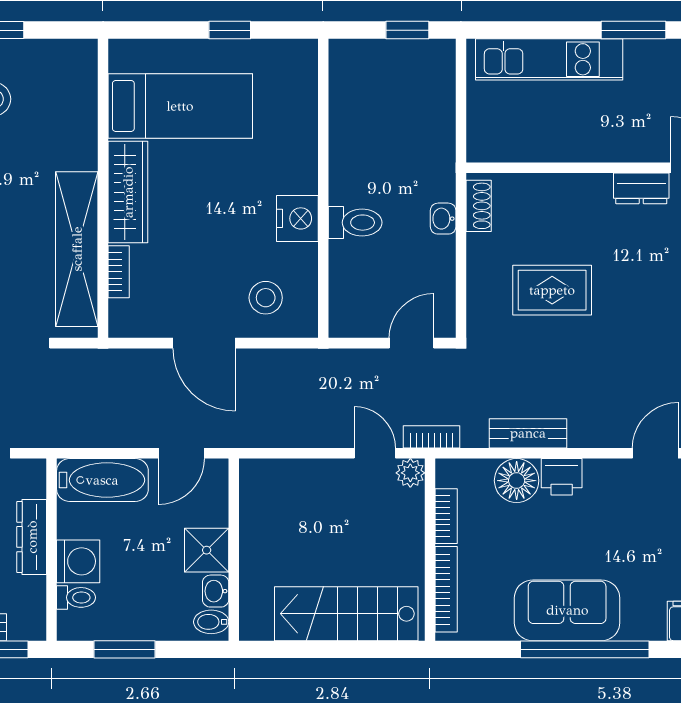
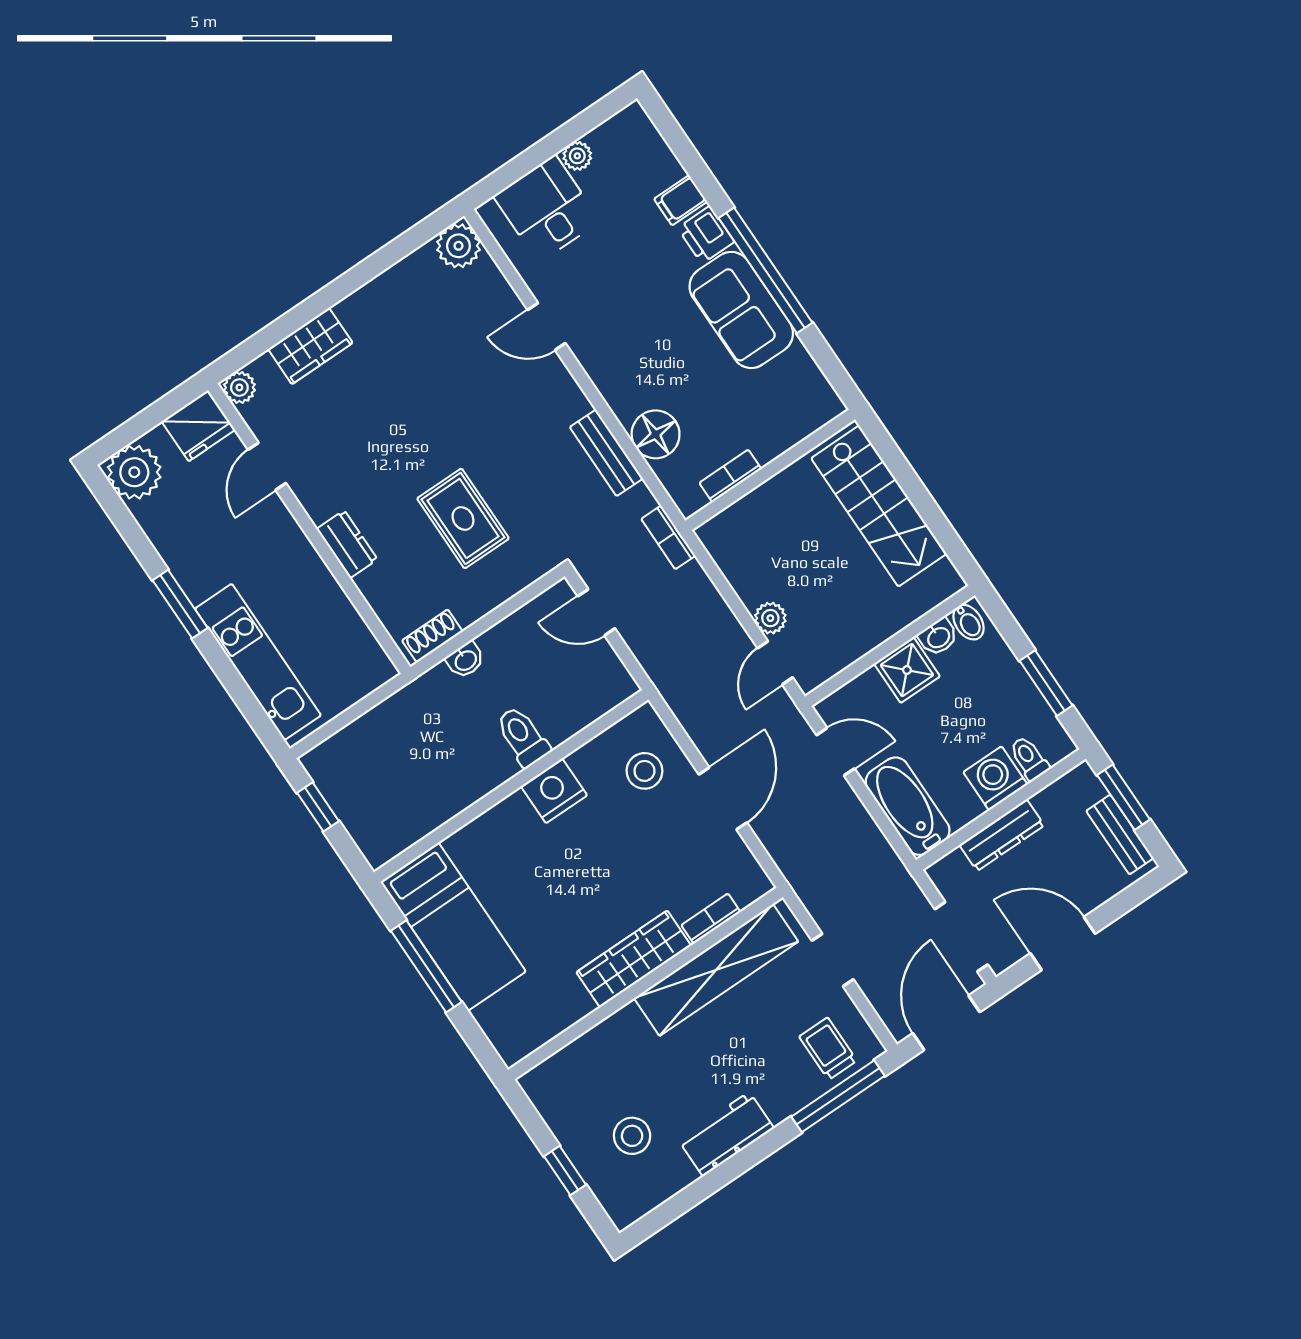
window: (230, 30) -> (426, 966), width x2.17
bed: (180, 106) -> (453, 927), moved, turned 180
dresser: (641, 188) -> (347, 544), moved
door: (375, 453) -> (775, 663), moved
plant: (410, 473) -> (770, 618), moved
printer: (562, 477) -> (706, 235), moved, turned 180
bookcase: (446, 589) -> (796, 431), removed

